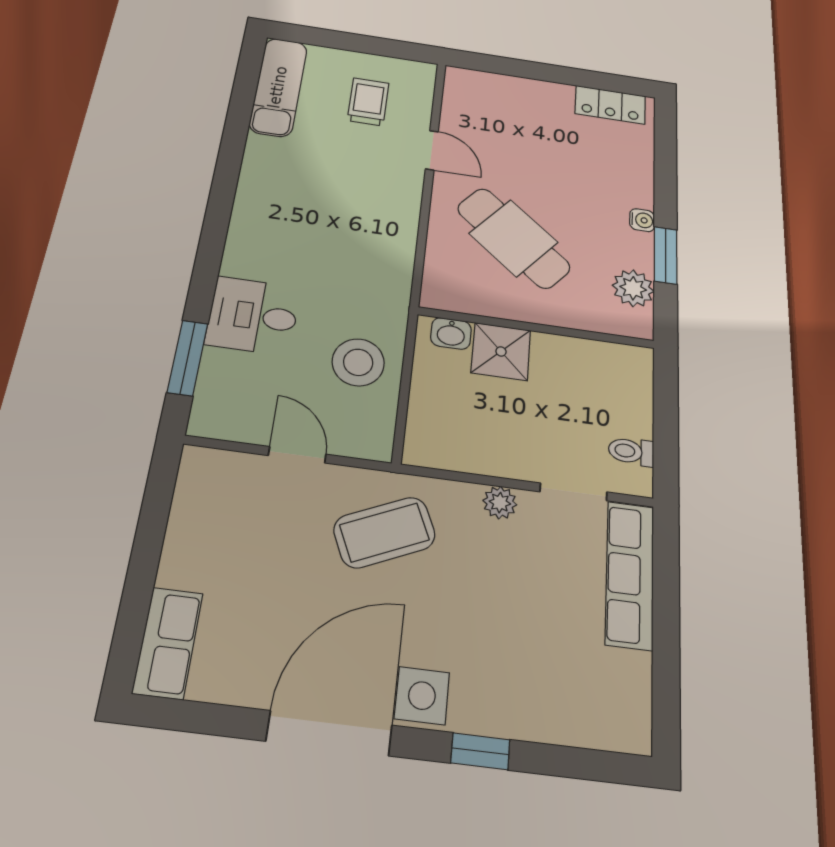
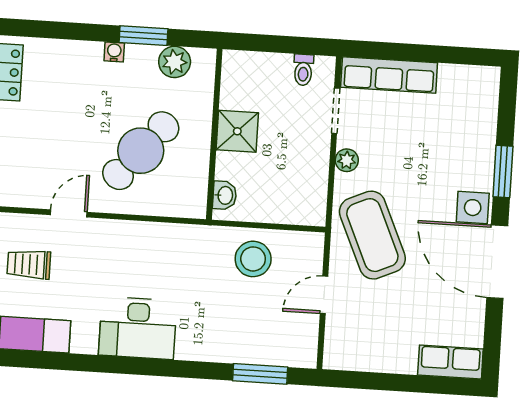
desk: (253, 316) -> (138, 328), moved, width x1.37
shower: (501, 351) -> (237, 131), moved
coffee table: (384, 532) -> (372, 235), width x1.36, depth x1.32
window: (480, 751) -> (503, 172), width x1.50

